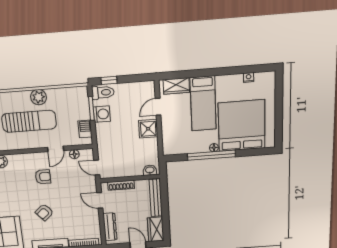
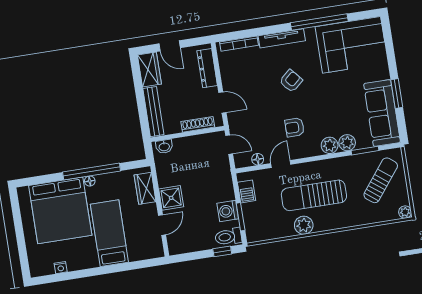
wardrobe: (176, 86) -> (145, 188), moved, turned -90
plant: (15, 161) -> (330, 145), added

